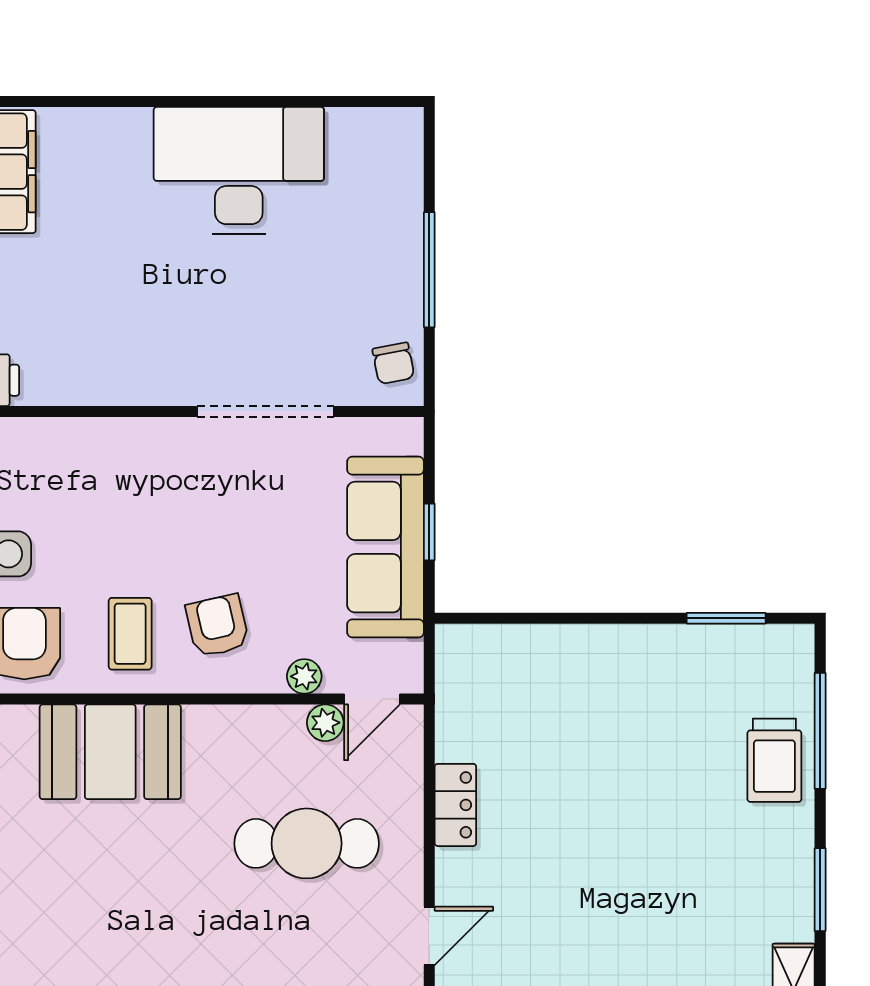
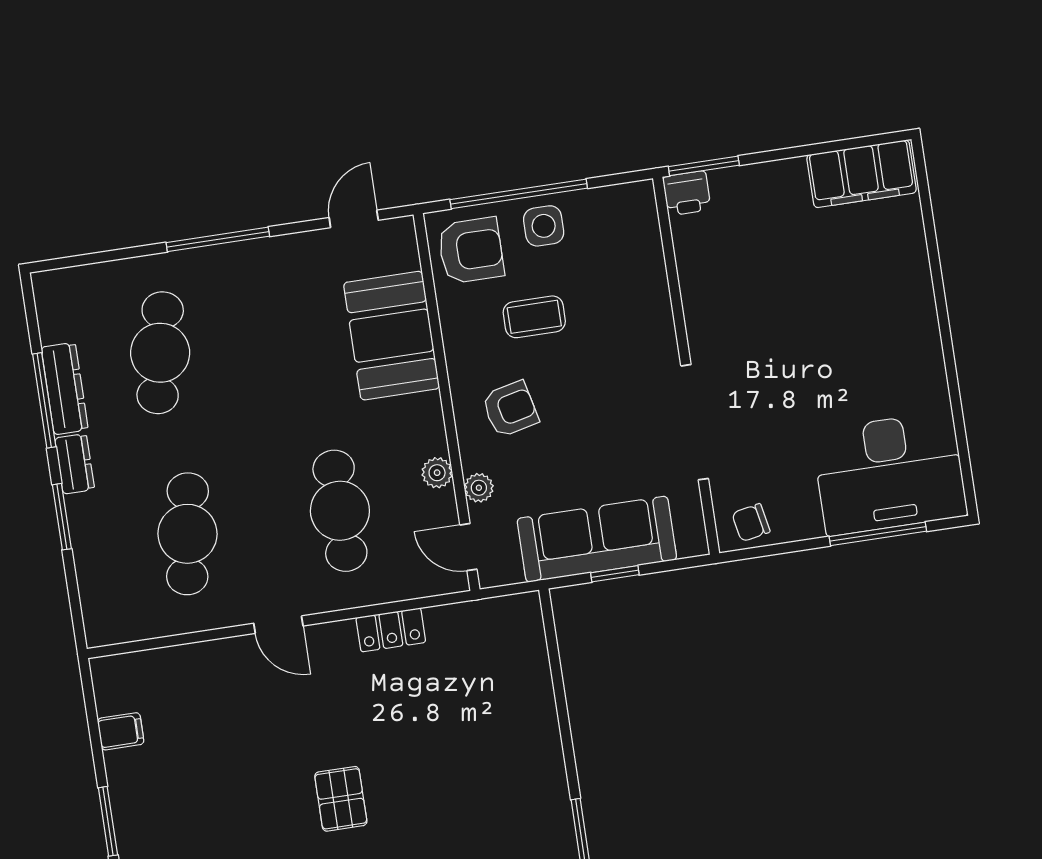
desk: (239, 171) -> (889, 473), moved, turned 90
window: (429, 270) -> (878, 534), moved
coffee table: (130, 634) -> (534, 317), moved
plant: (325, 723) -> (437, 473), moved
pallet: (645, 893) -> (341, 799), added

